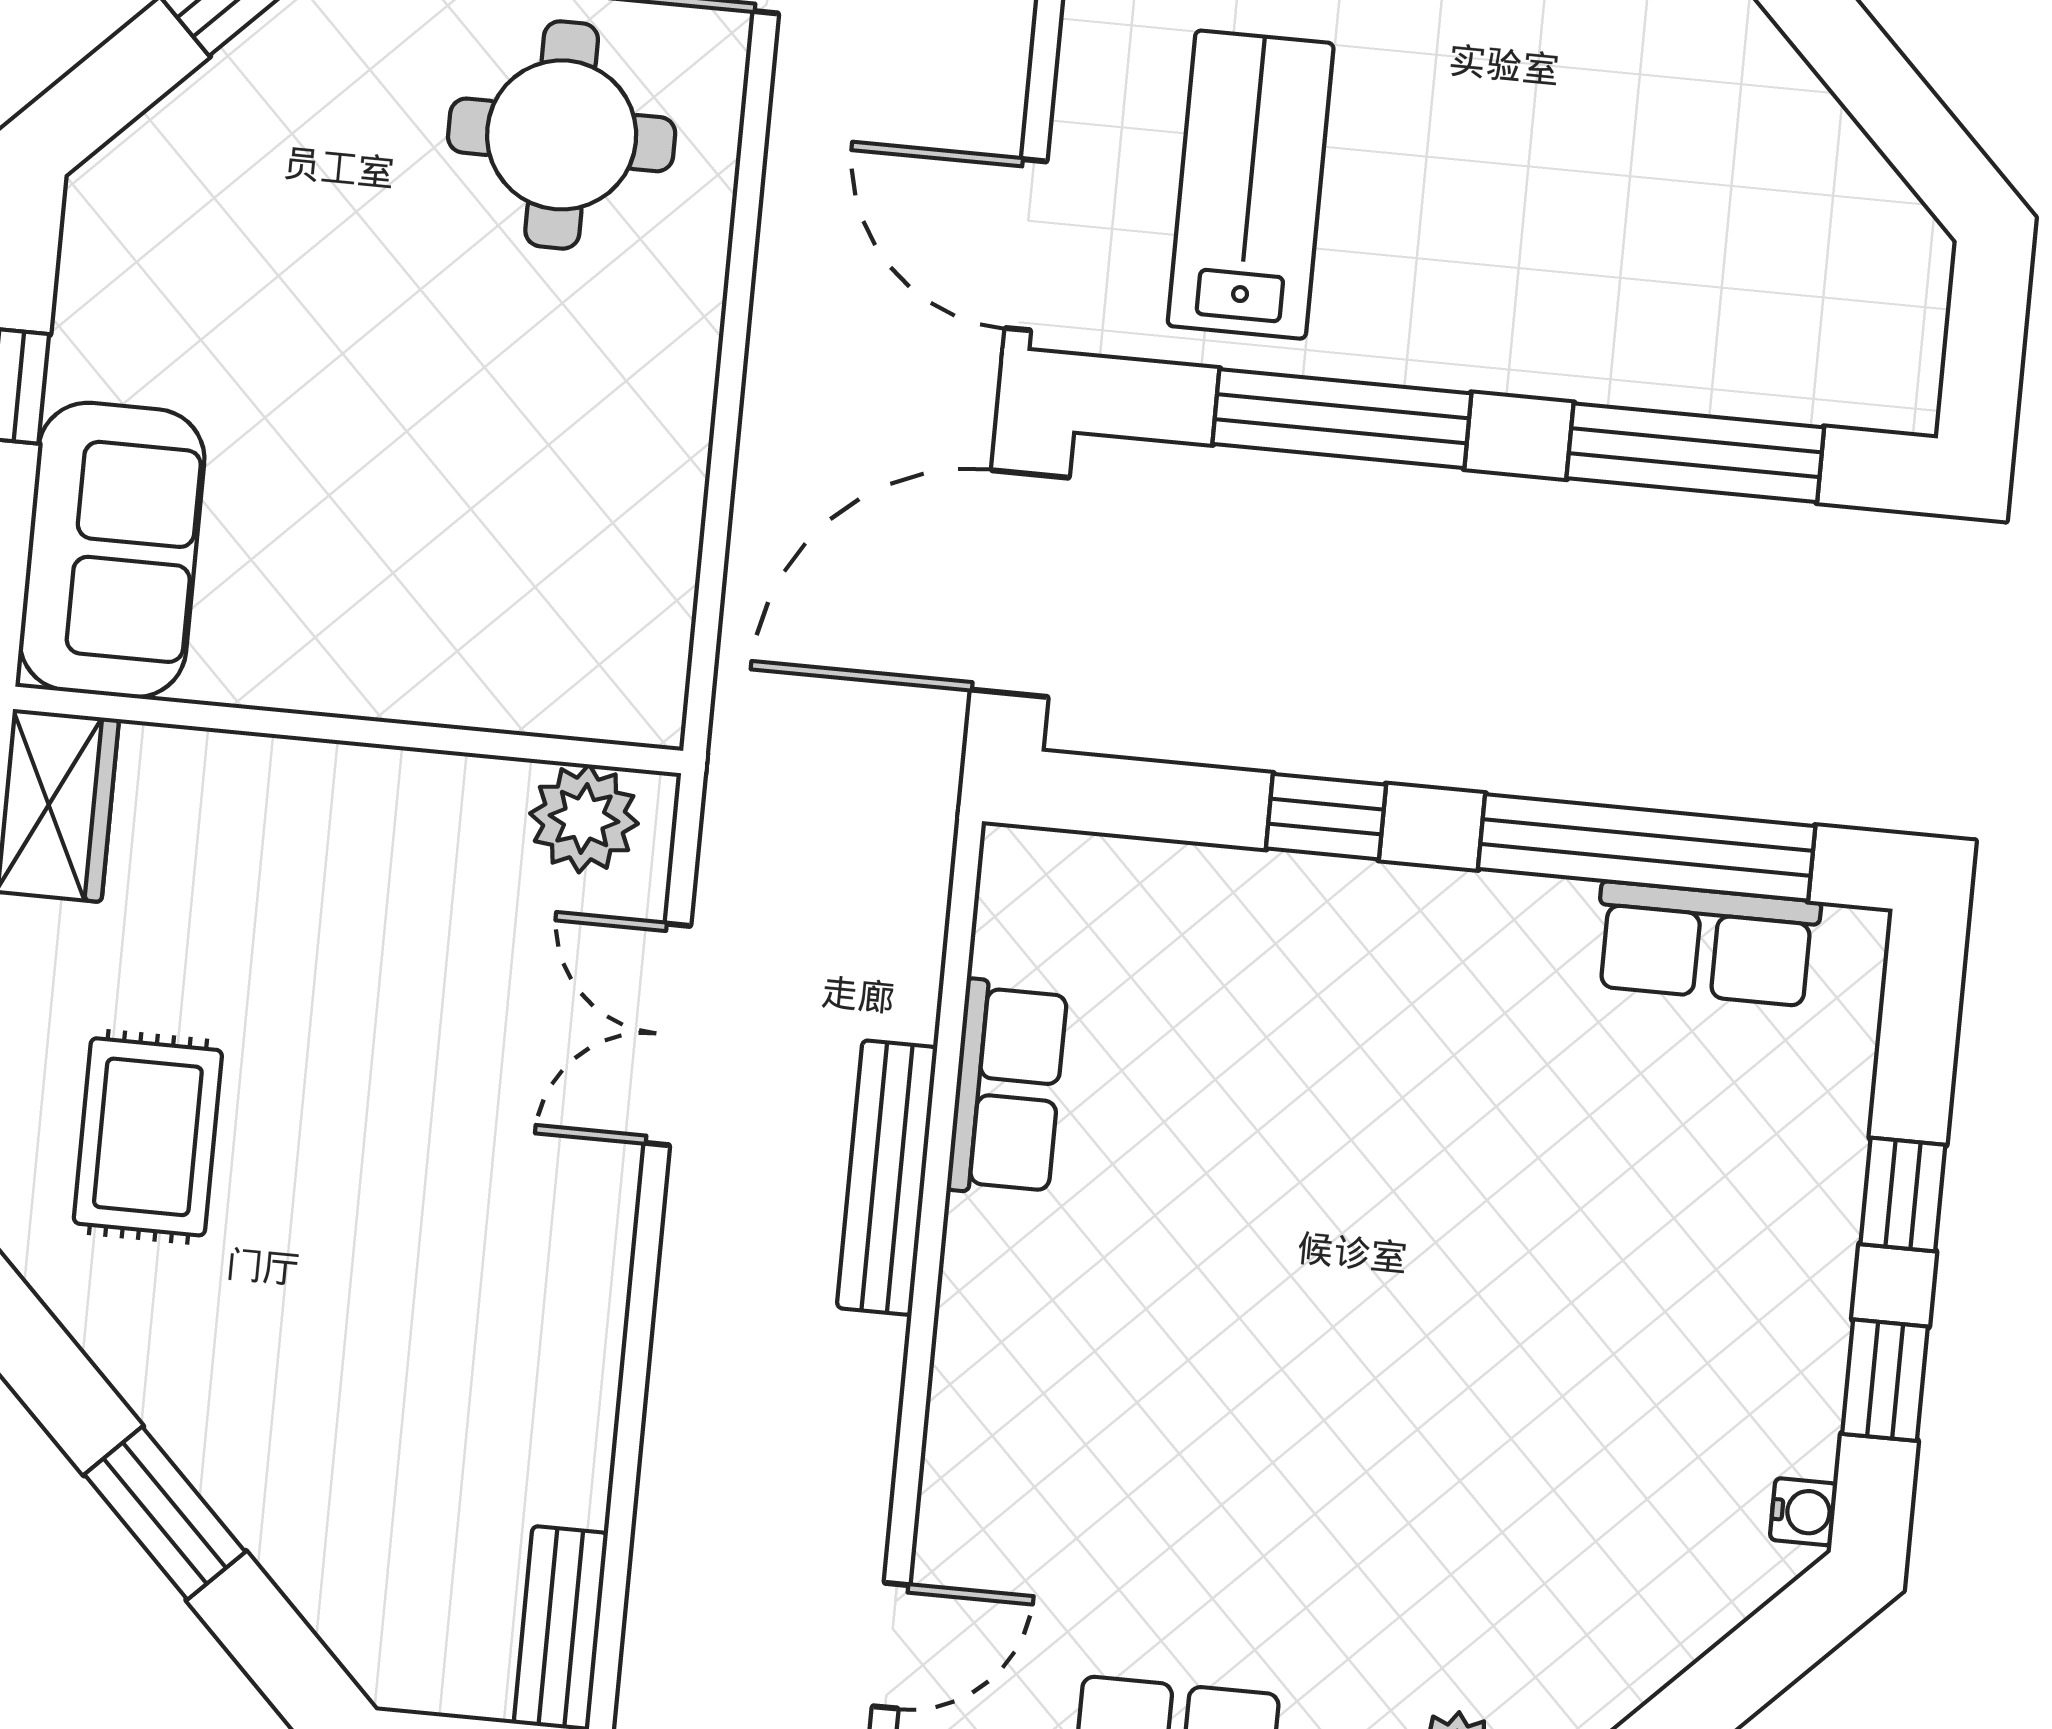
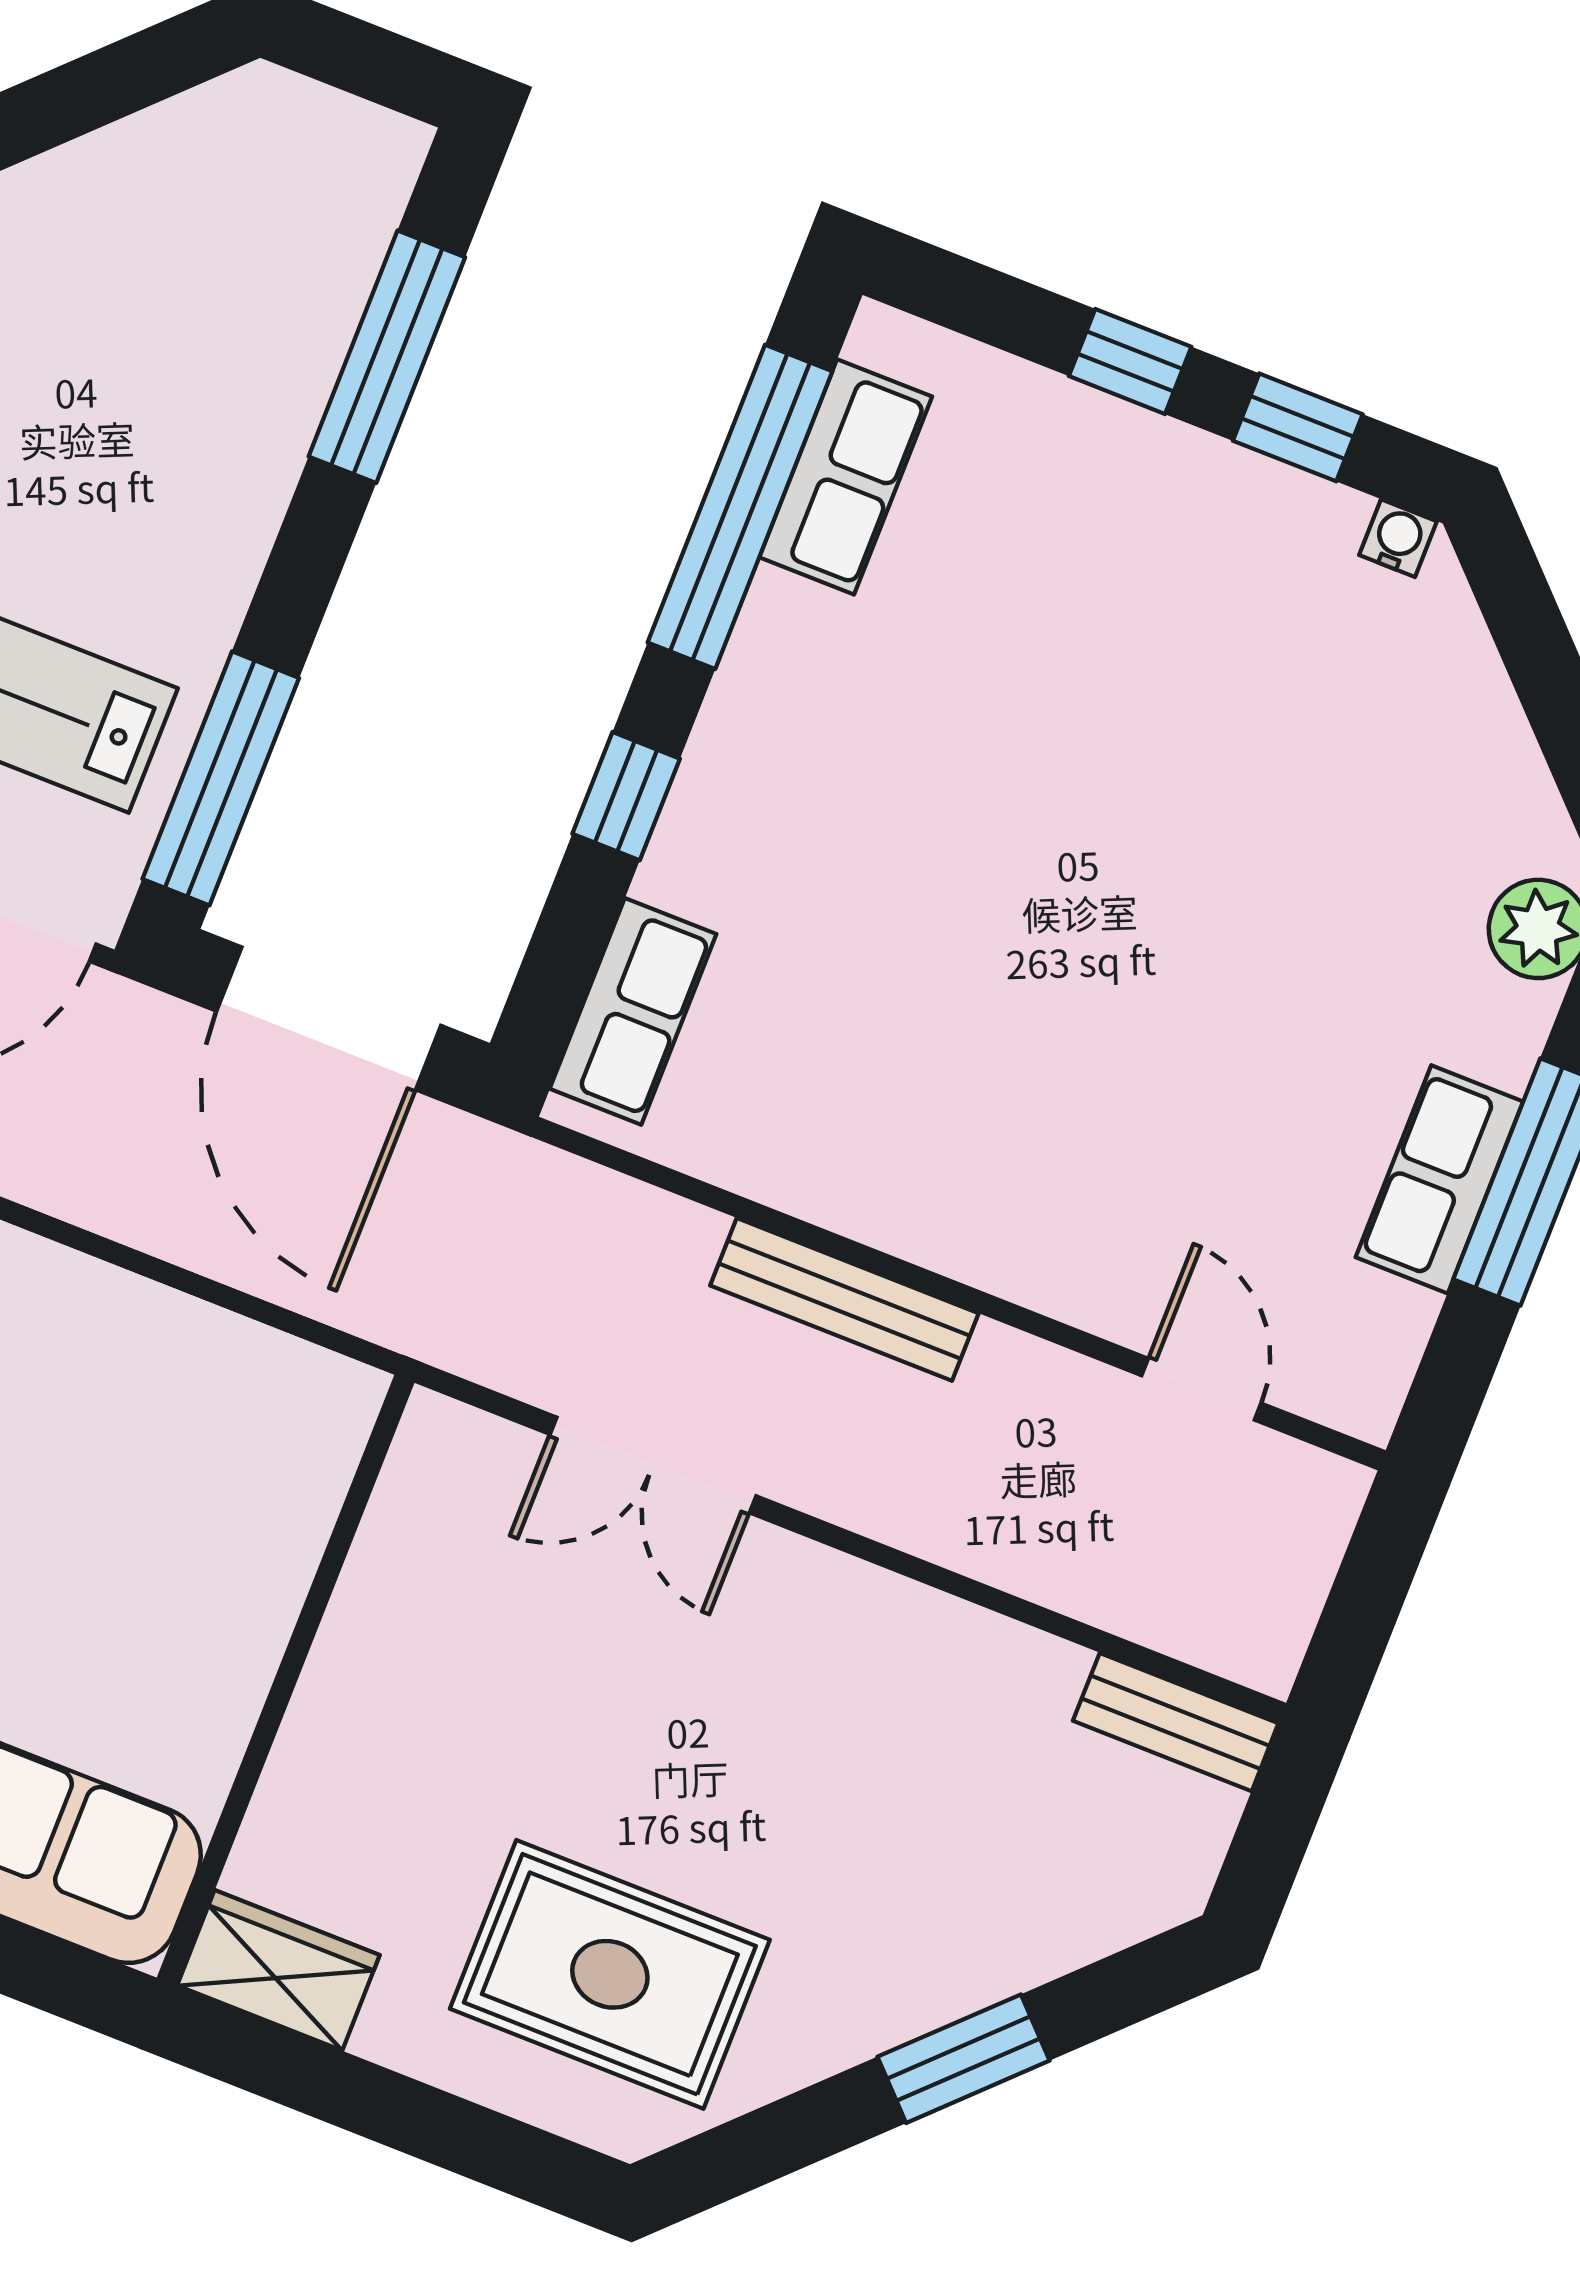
window: (1342, 419) -> (221, 778), moved
plant: (584, 819) -> (431, 1485), removed
row of seats: (1007, 1089) -> (633, 1011), moved, turned 90
rug: (148, 1137) -> (610, 1974), width x1.36, depth x1.43
door: (891, 1646) -> (1201, 1389), moved

